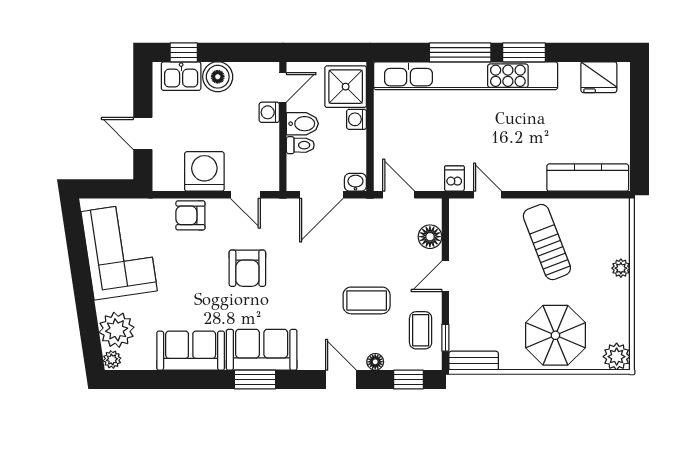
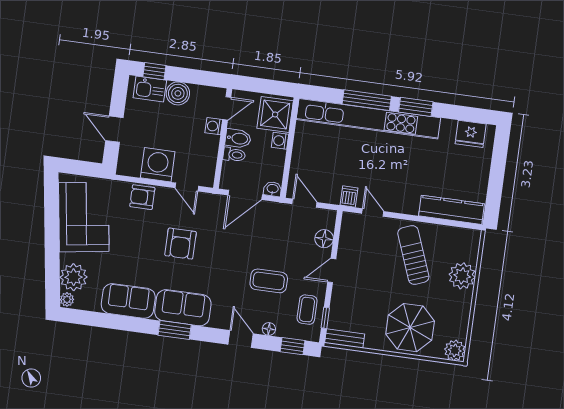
plant: (621, 268) -> (462, 276), width x1.87, depth x1.87

